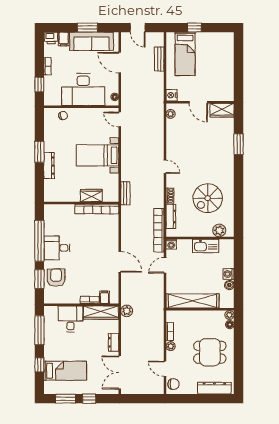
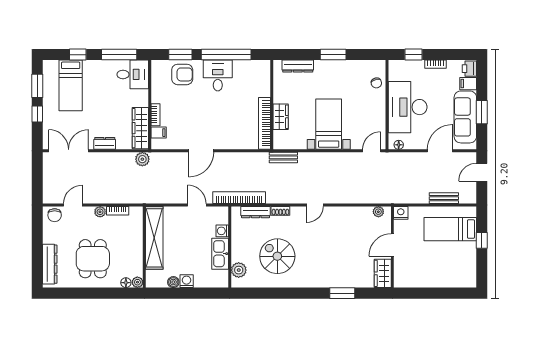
dresser: (49, 166) -> (298, 66), moved
washing machine: (171, 244) -> (222, 231), moved
desk: (70, 319) -> (133, 74), moved

